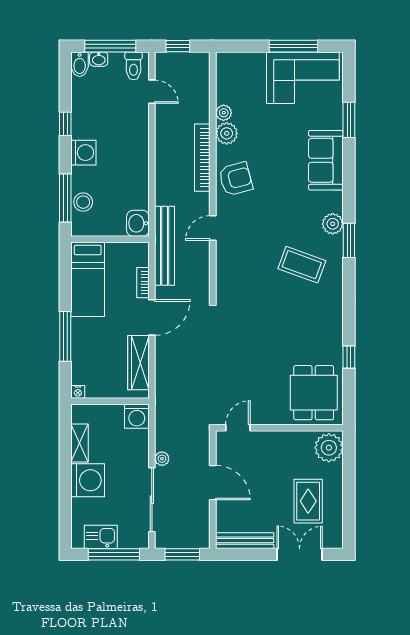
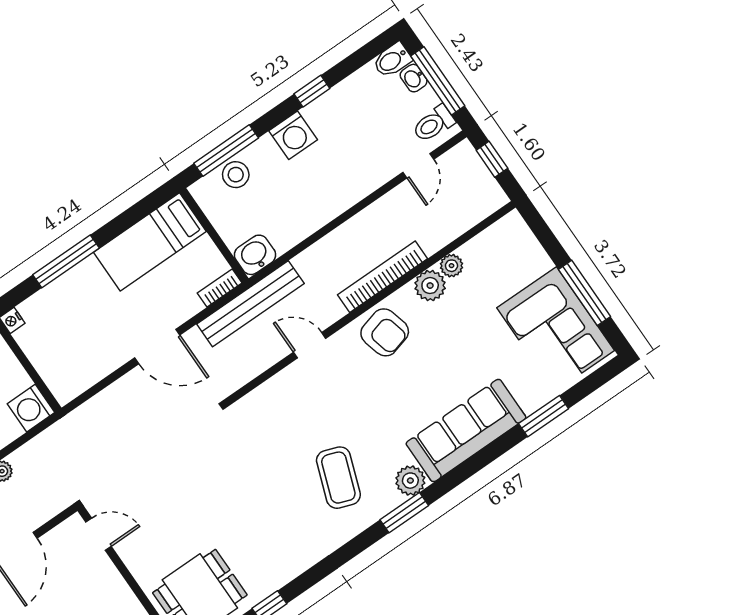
sofa: (326, 160) -> (466, 430), width x1.36
bookcase: (143, 283) -> (220, 288), moved
wardrobe: (138, 363) -> (94, 367), removed

